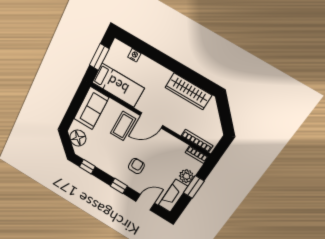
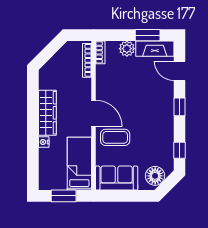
nightstand: (134, 55) -> (44, 142), moved
wardrobe: (188, 91) -> (47, 113), moved
armchair: (136, 166) -> (147, 102), removed
window: (194, 187) -> (148, 35), moved

